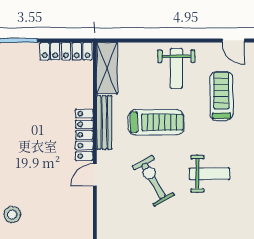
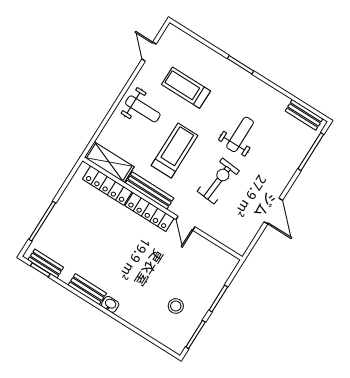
door: (233, 40) -> (149, 52), swing flipped
locker: (66, 51) -> (107, 185), moved, turned 90
exercise bike: (153, 181) -> (218, 181), turned 124

